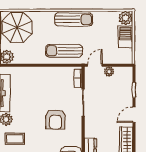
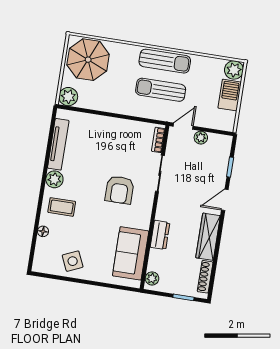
sun lounger: (64, 51) -> (161, 90), moved

